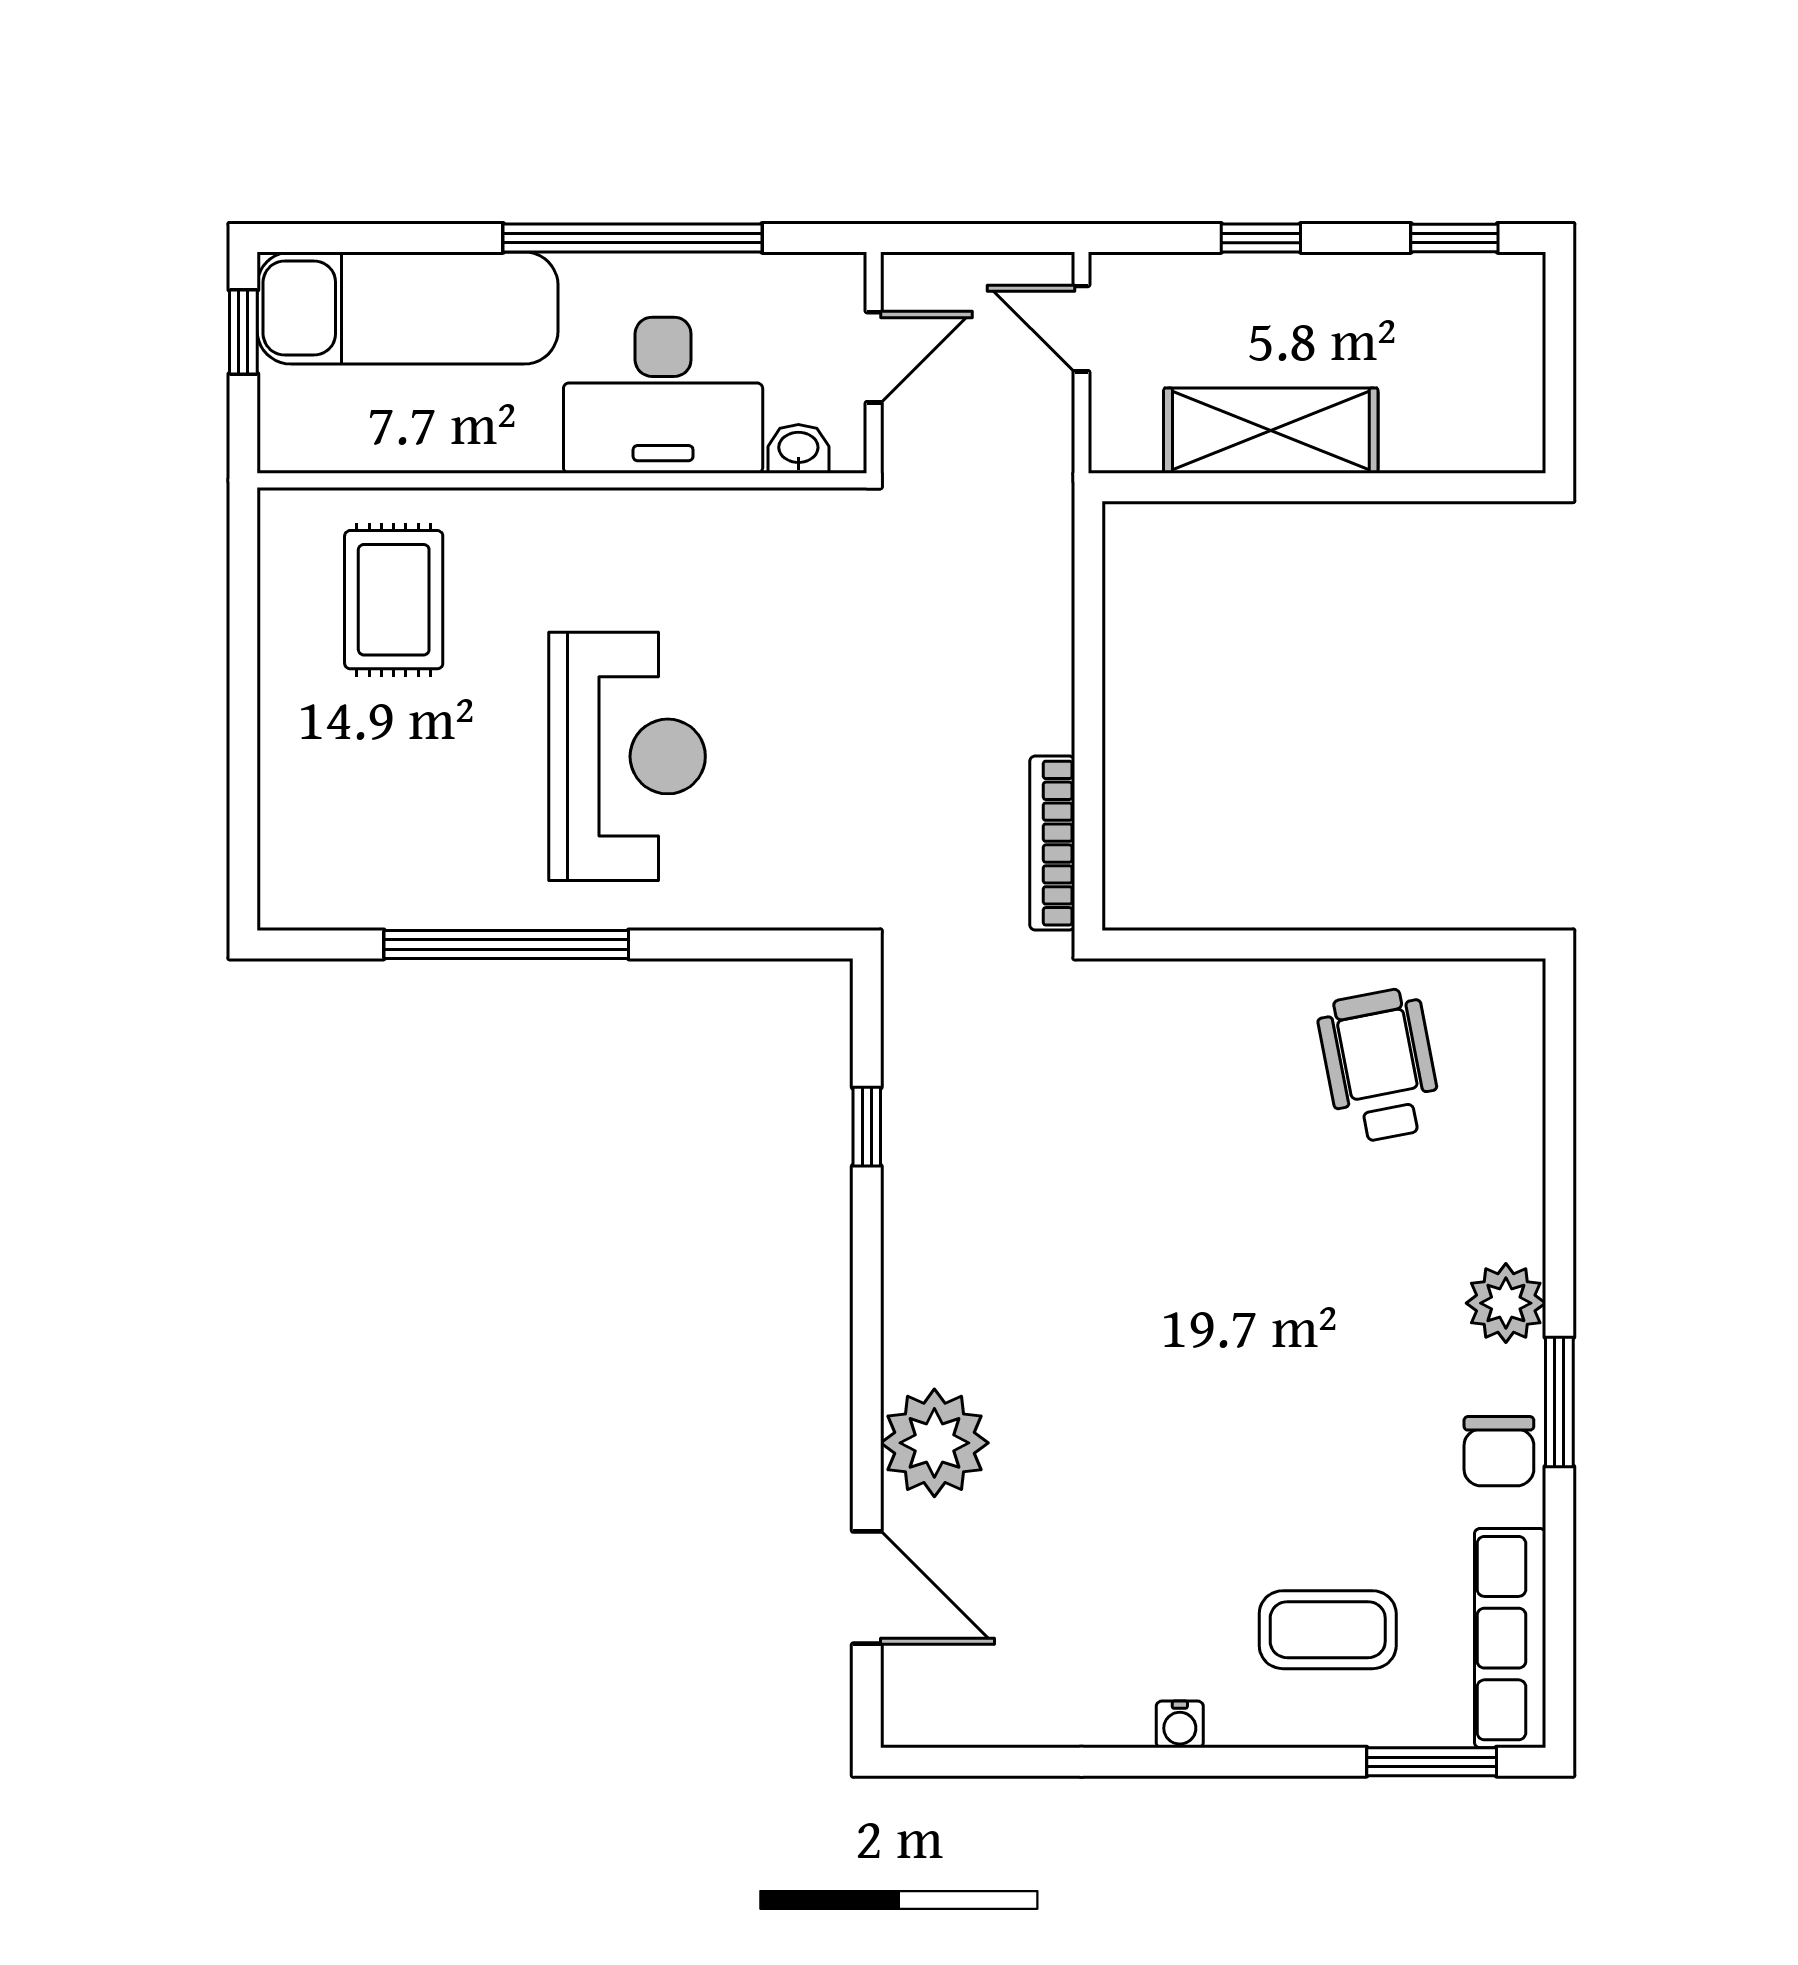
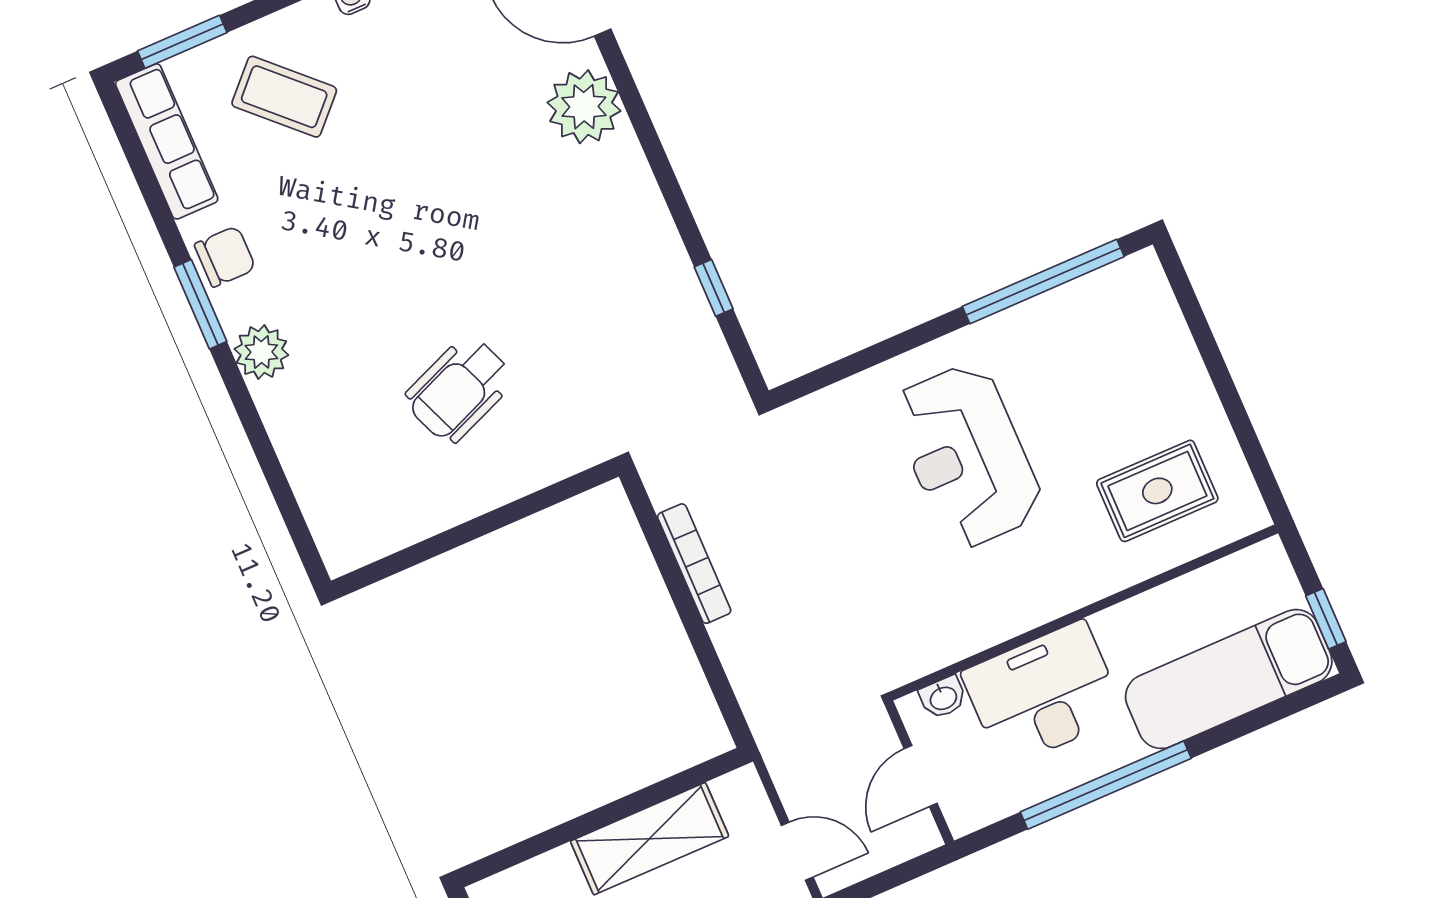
rug: (394, 600) -> (1157, 491), turned 90
bookcase: (1052, 843) -> (694, 564), moved
window: (506, 944) -> (1043, 281), moved
wheelchair: (1380, 1066) -> (459, 389), moved, turned 79
chair: (1499, 1451) -> (225, 257), turned 90
coffee table: (1328, 1630) -> (284, 97), turned 44

